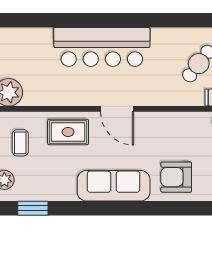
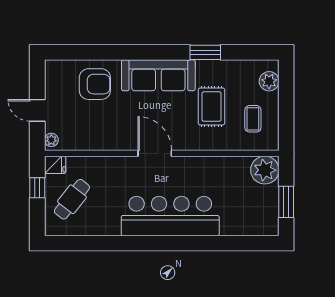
rug: (68, 132) -> (211, 106), moved, turned 90
window: (33, 208) -> (205, 52), moved

